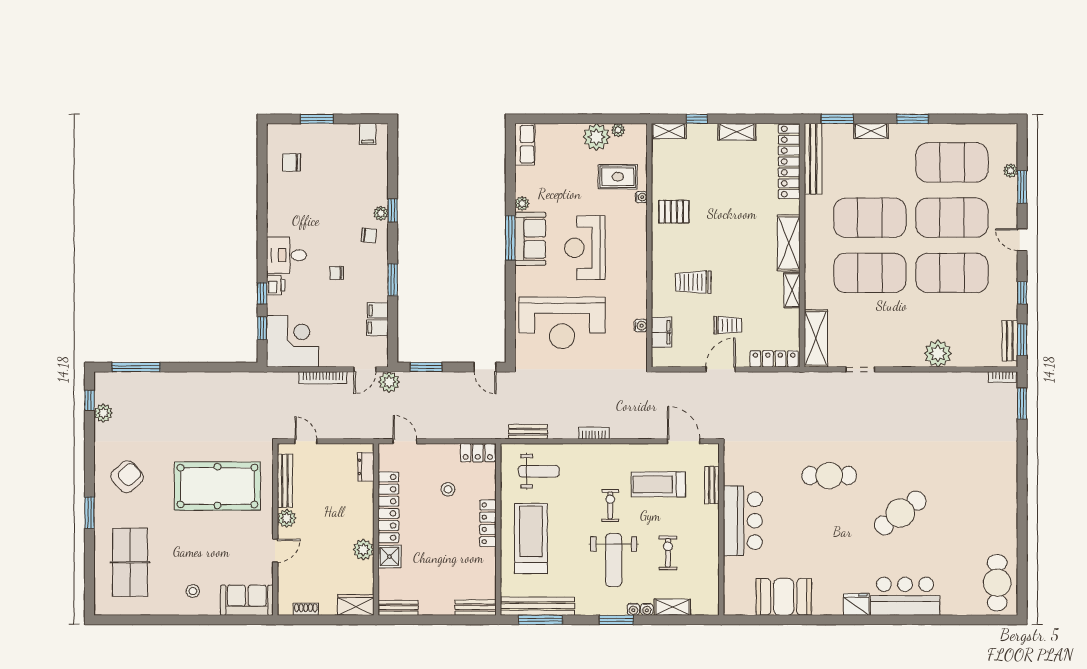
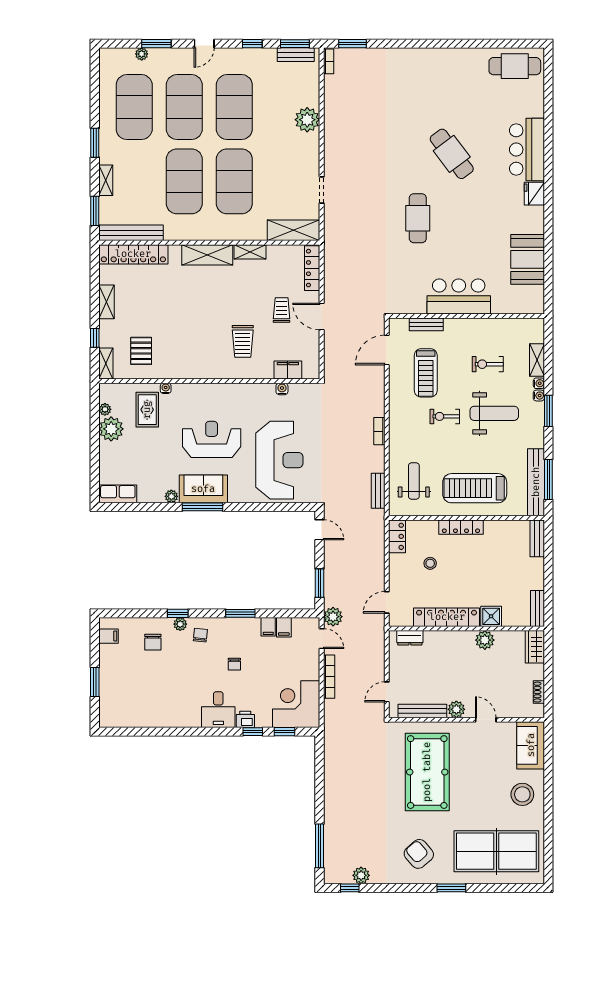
chair: (292, 162) -> (153, 642), moved
pallet: (674, 212) -> (141, 351), moved
reception desk: (585, 248) -> (212, 439), turned 180
door: (485, 367) -> (319, 530), hinge flipped
table tennis table: (130, 562) -> (496, 851), width x1.36, depth x1.32
stool: (193, 591) -> (522, 794), width x1.89, depth x1.89

